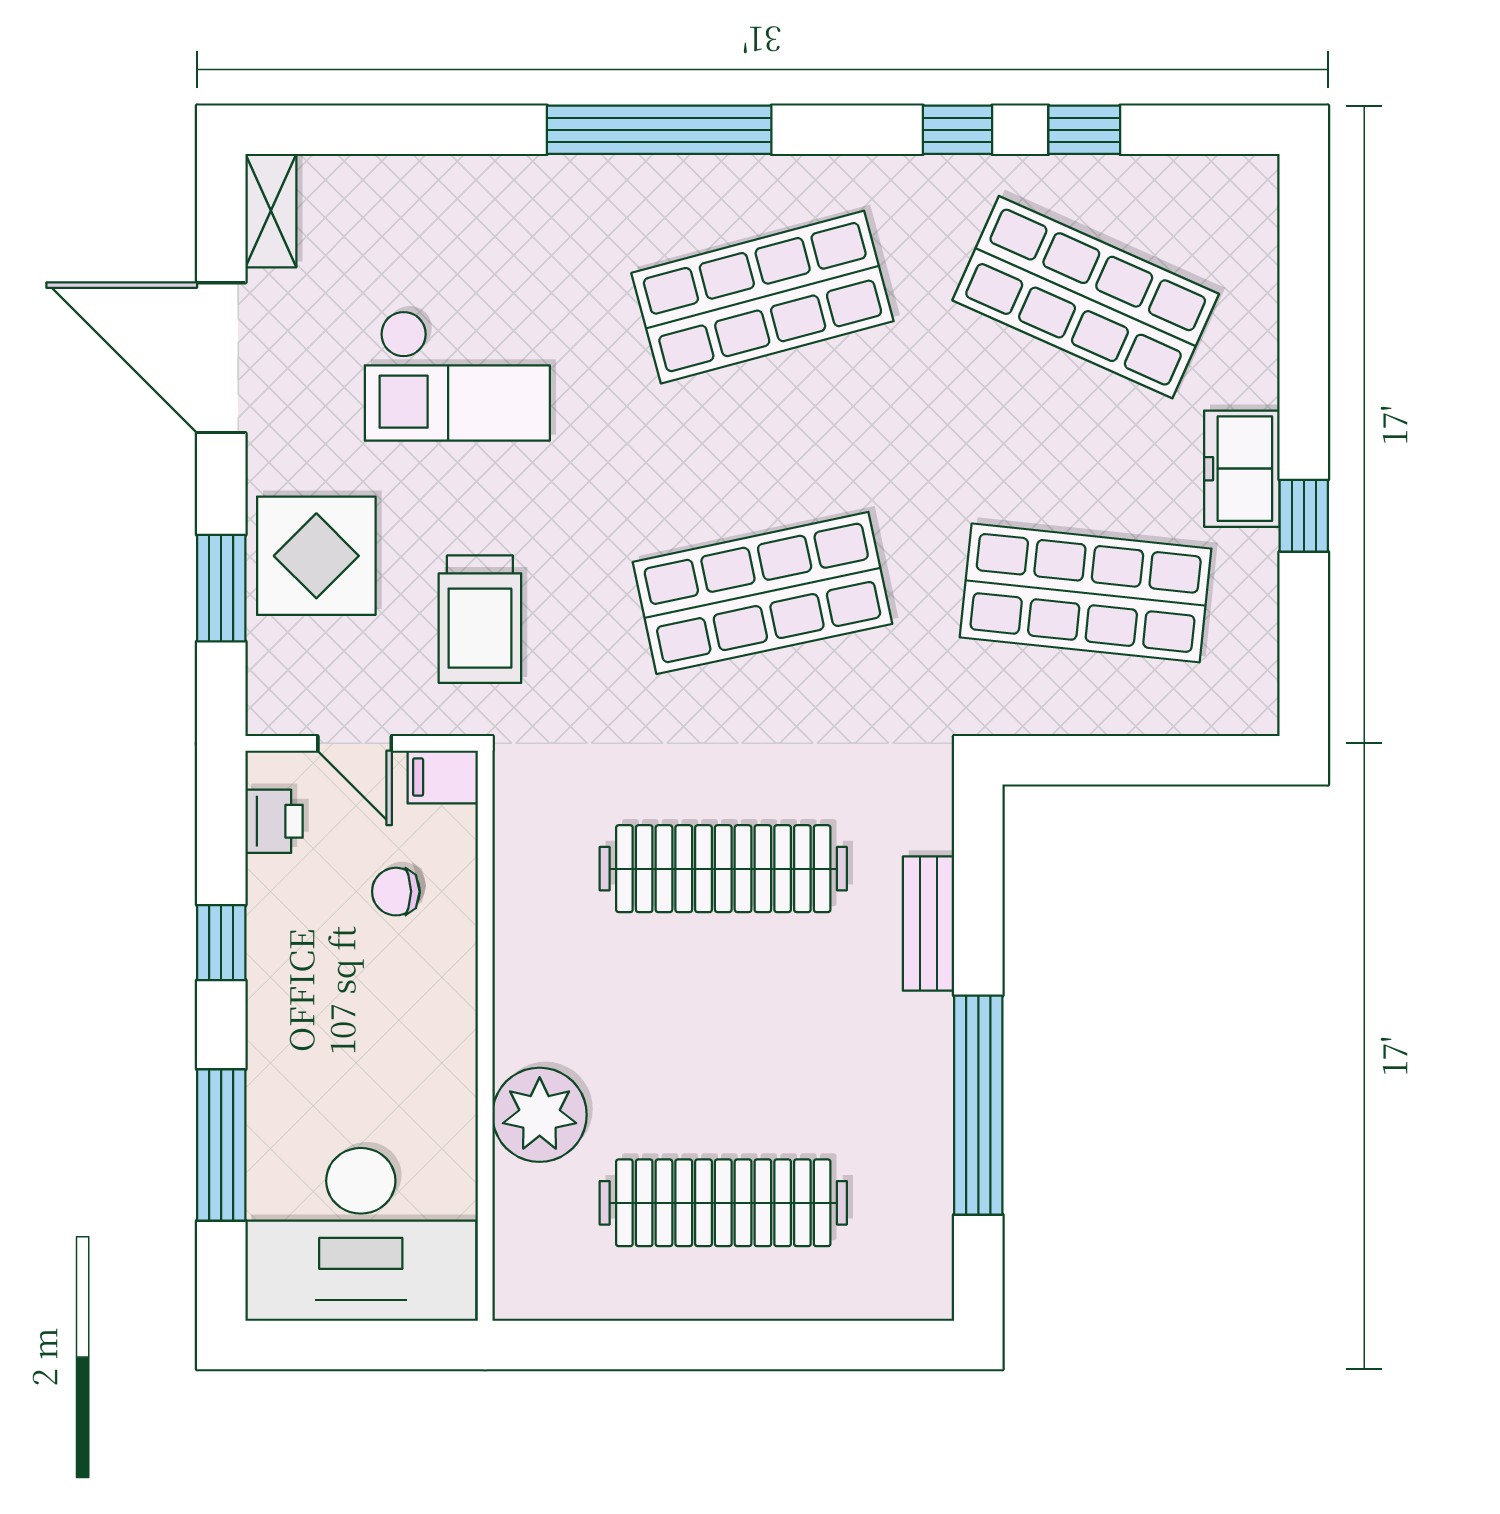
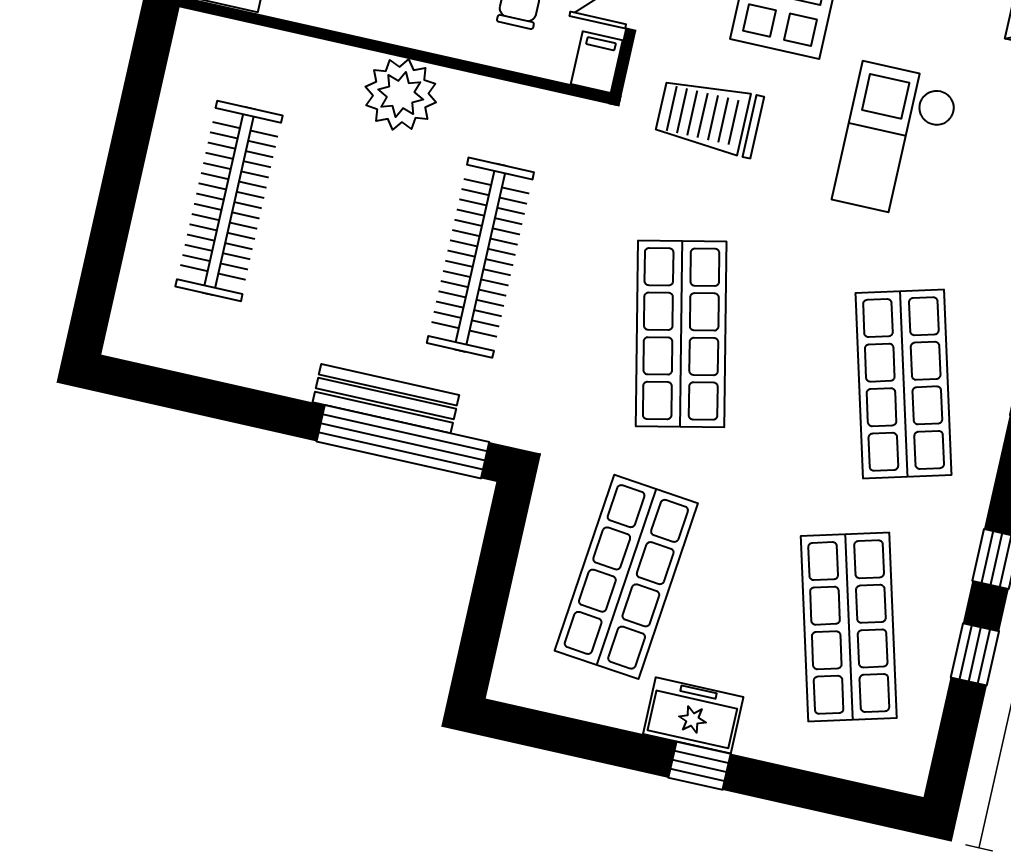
shop shelf: (1086, 297) -> (849, 627), turned -39
window: (1304, 516) -> (699, 766), moved
bench: (928, 924) -> (386, 399), width x1.36
window: (978, 1105) -> (403, 442), moved
plant: (540, 1115) -> (401, 95), moved

